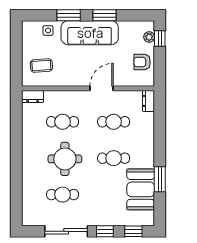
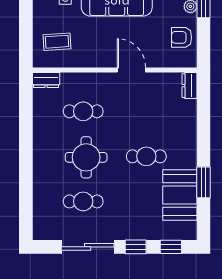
door: (101, 88) -> (131, 70), hinge flipped
cafe table: (114, 122) -> (146, 111), removed

